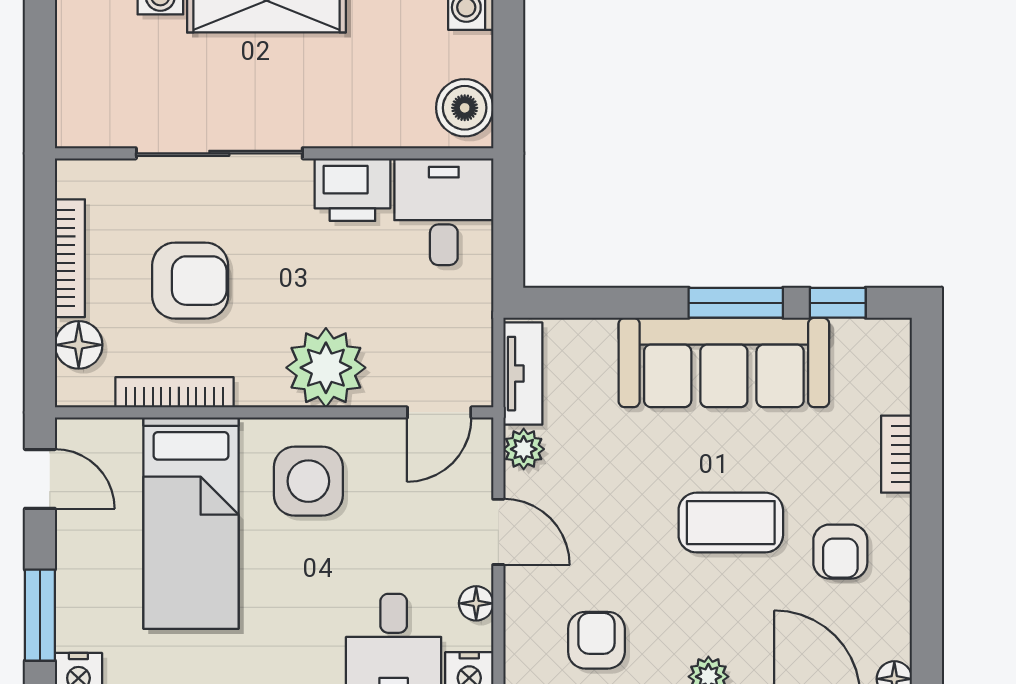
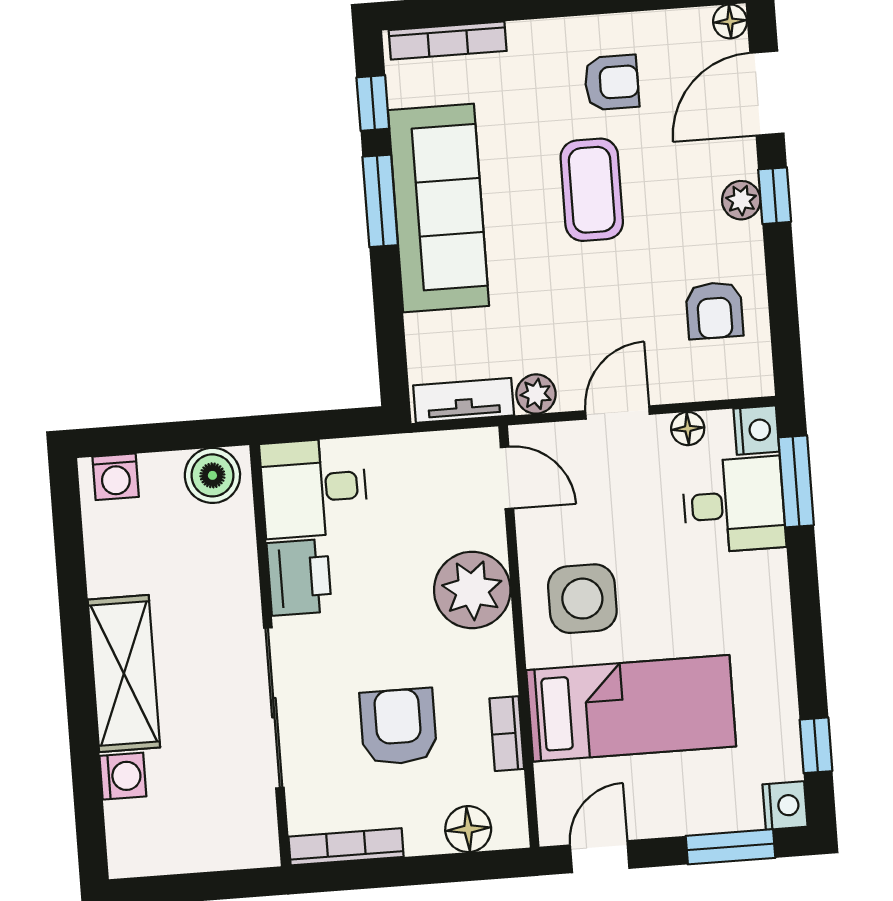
bookcase: (70, 258) -> (346, 847), moved
bookcase: (175, 392) -> (507, 734), width x0.64
bookcase: (897, 454) -> (448, 41), moved, width x1.56
armchair: (596, 640) -> (714, 310), turned -90

